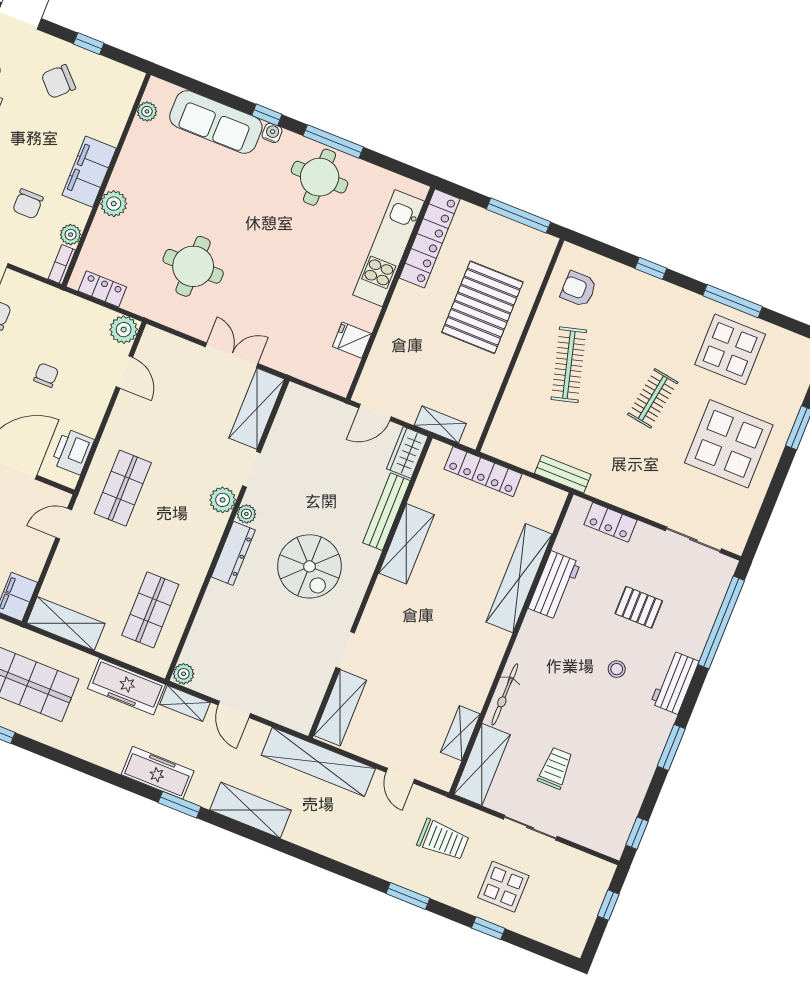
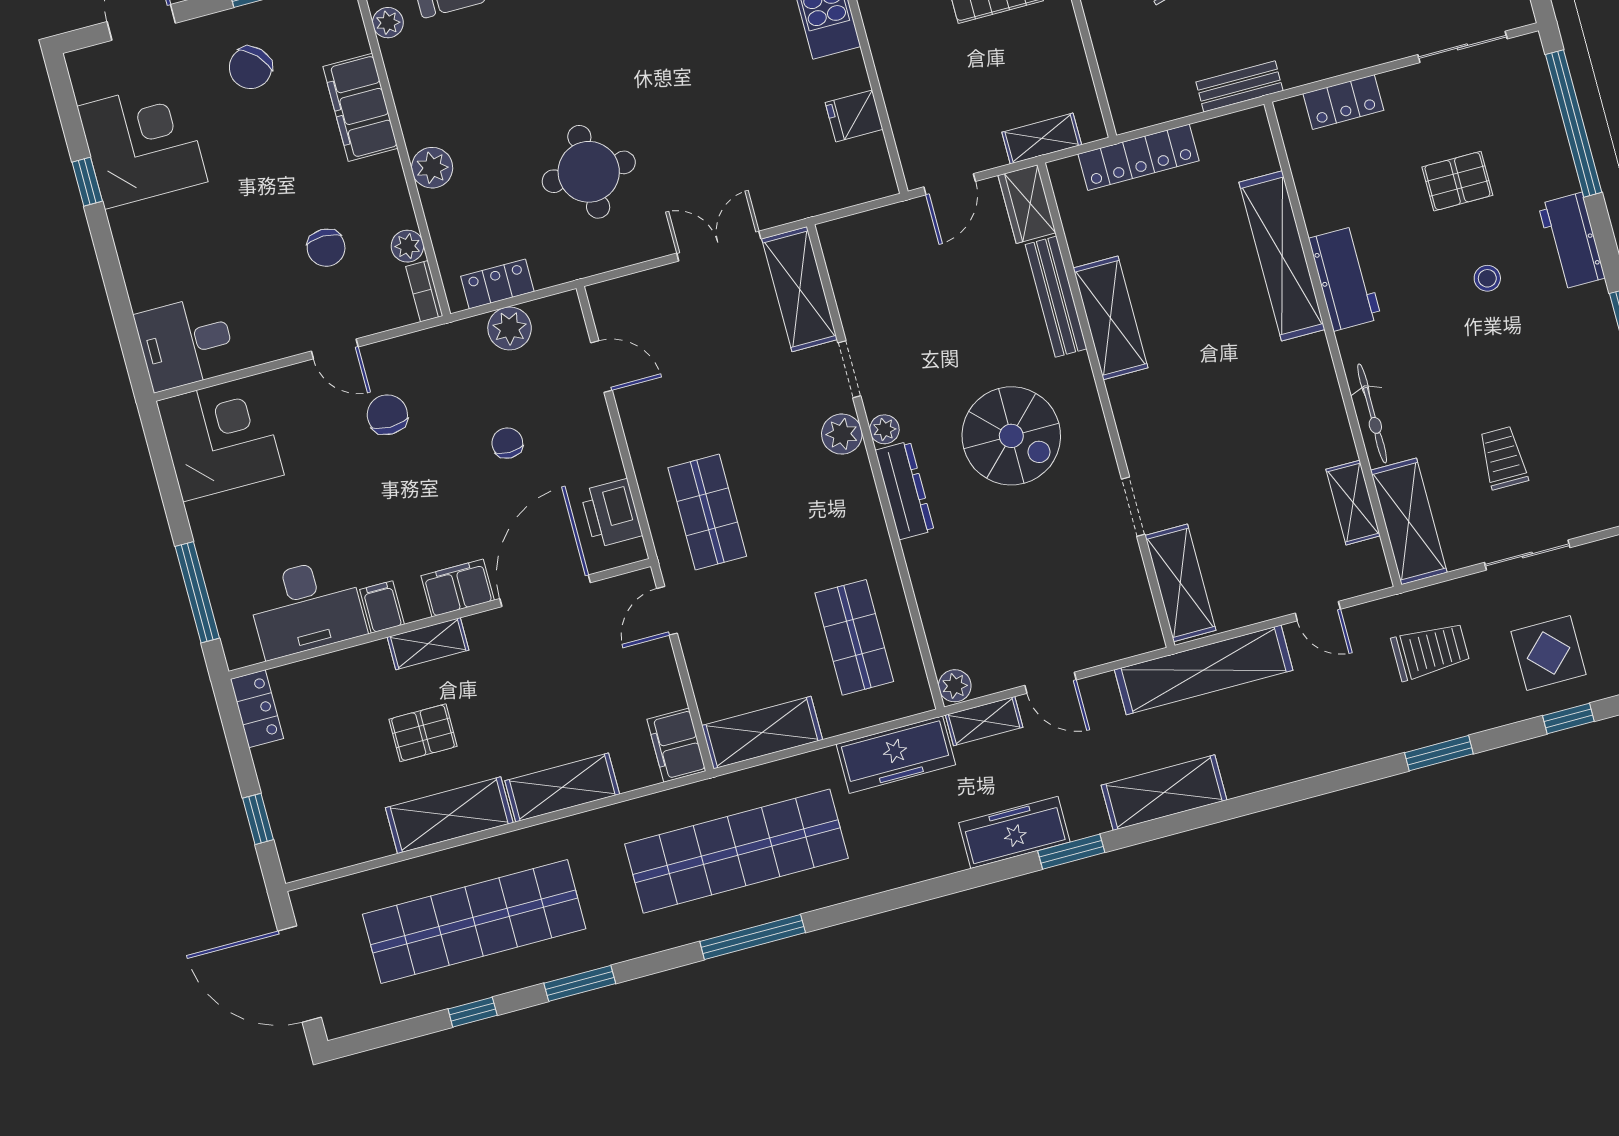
filing cabinet: (89, 172) -> (360, 107), moved
plant: (124, 330) -> (510, 328), moved
workbench: (554, 585) -> (1345, 278), moved

